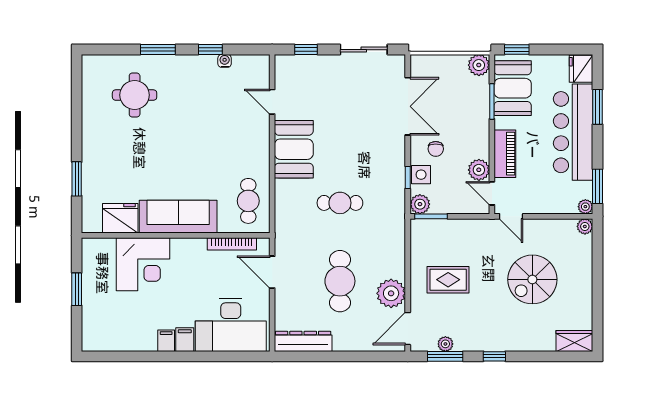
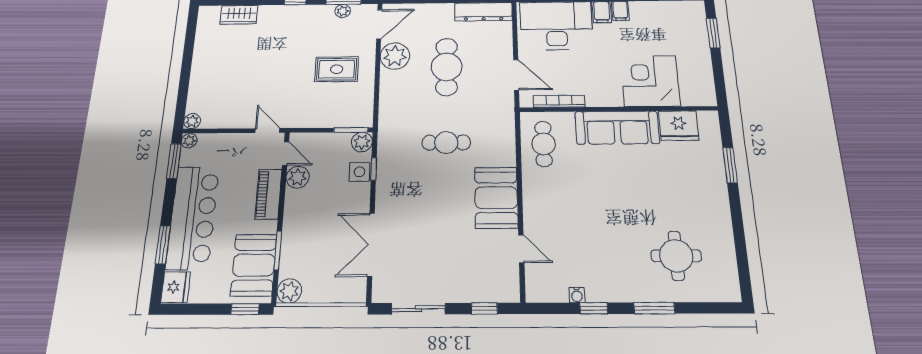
chair: (436, 149) -> (342, 199), removed
spiral stairs: (532, 279) -> (251, 70), removed
window: (77, 289) -> (713, 33), moved
wardrobe: (574, 341) -> (239, 15), moved

